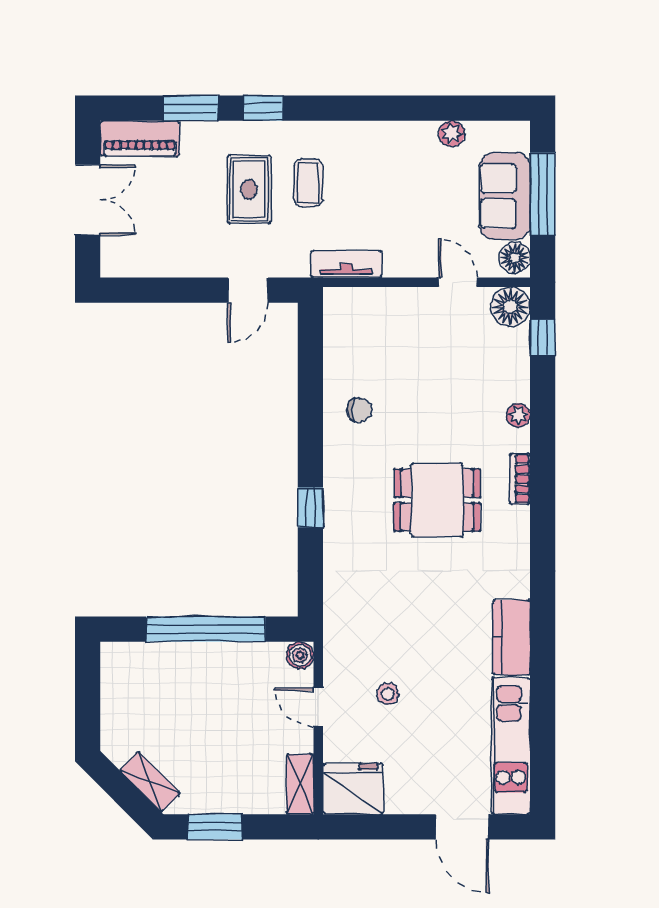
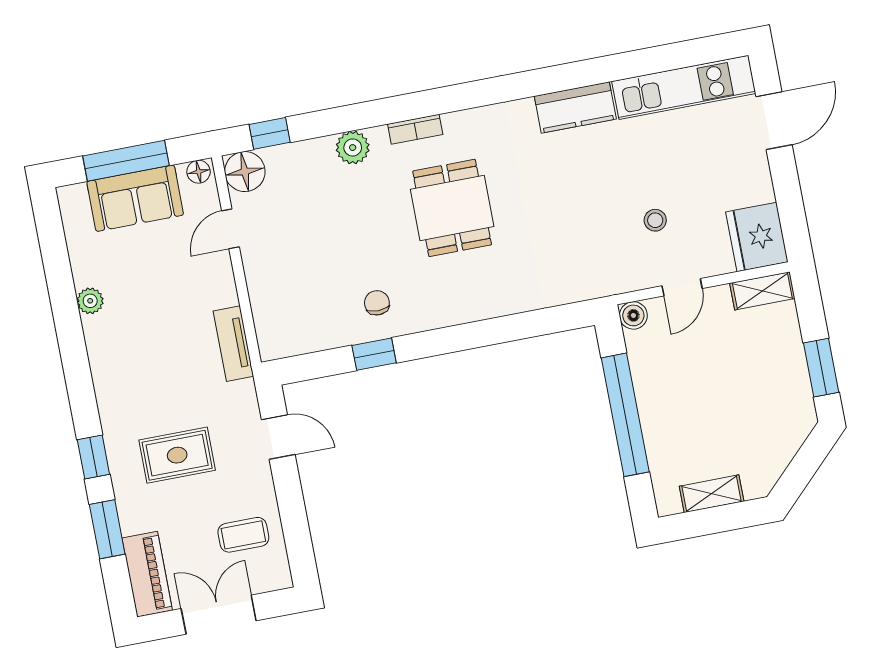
plant: (452, 134) -> (90, 301), moved
coffee table: (308, 183) -> (243, 535), moved
floor lamp: (515, 258) -> (199, 172), width x0.73, depth x0.73
plant: (518, 415) -> (353, 148), width x1.38, depth x1.38
window: (310, 507) -> (374, 354), moved
shelving: (150, 782) -> (712, 494), moved, turned 45

